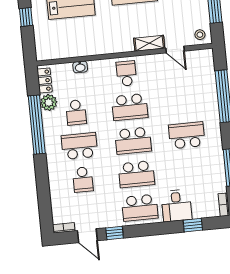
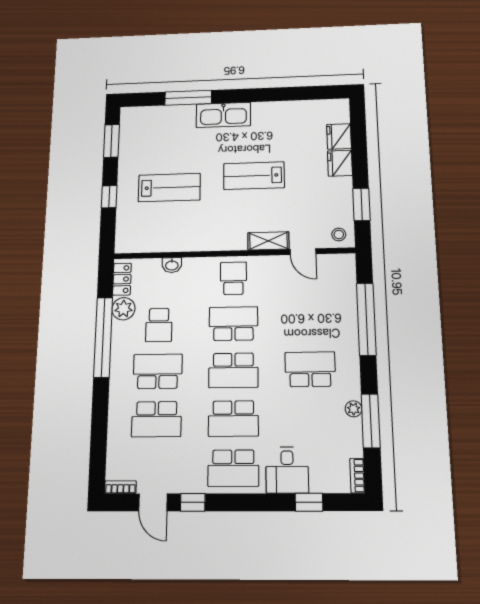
school desk: (130, 107) -> (233, 324), turned 180
plant: (218, 160) -> (353, 409), added
school desk: (83, 180) -> (156, 419), width x1.85

